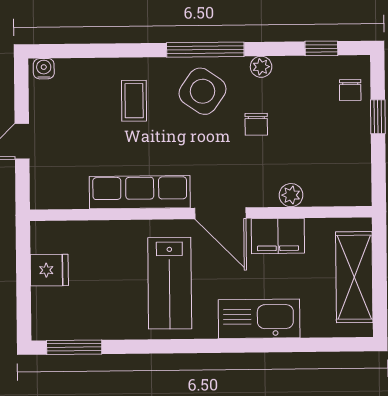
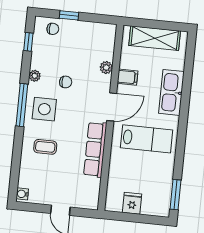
side table: (202, 91) -> (44, 109), turned -35
filing cabinet: (278, 236) -> (128, 77), width x0.50

